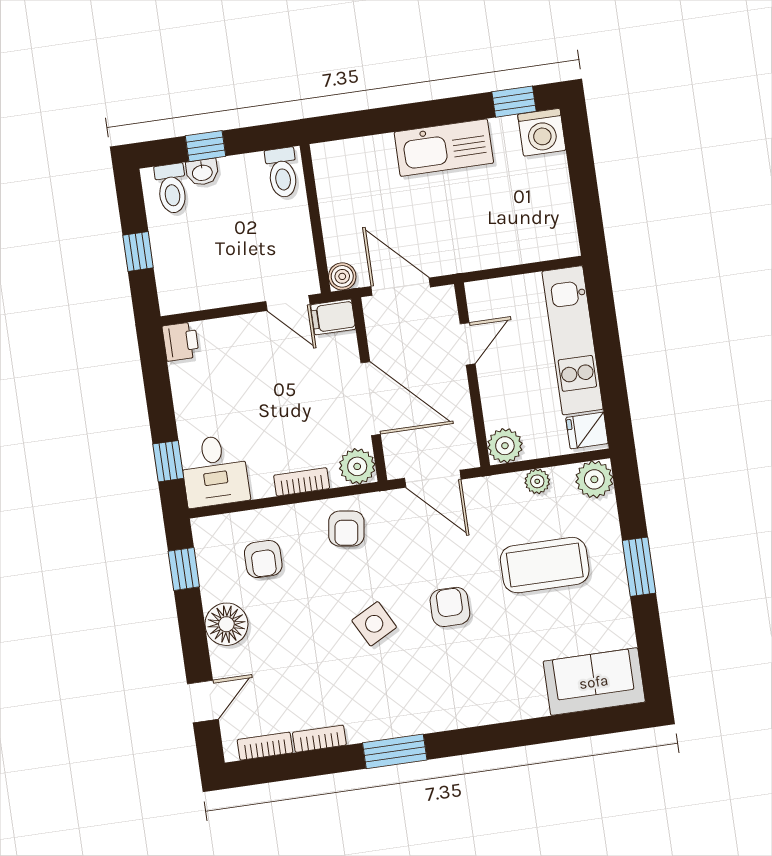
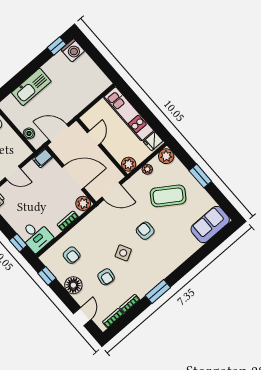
kitchen sink: (444, 148) -> (31, 87), moved
boiler: (342, 276) -> (29, 133), moved
door: (288, 303) -> (13, 173), moved
armchair: (346, 529) -> (106, 277), moved
coffee table: (545, 565) -> (168, 196), turned 34

